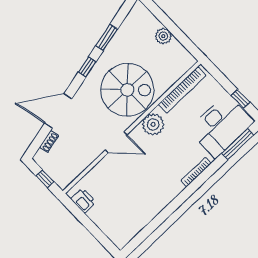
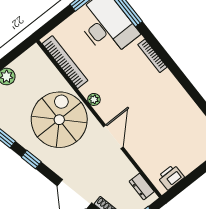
plant: (153, 124) -> (94, 99), width x0.53, depth x0.53
dresser: (72, 174) -> (142, 186), added

